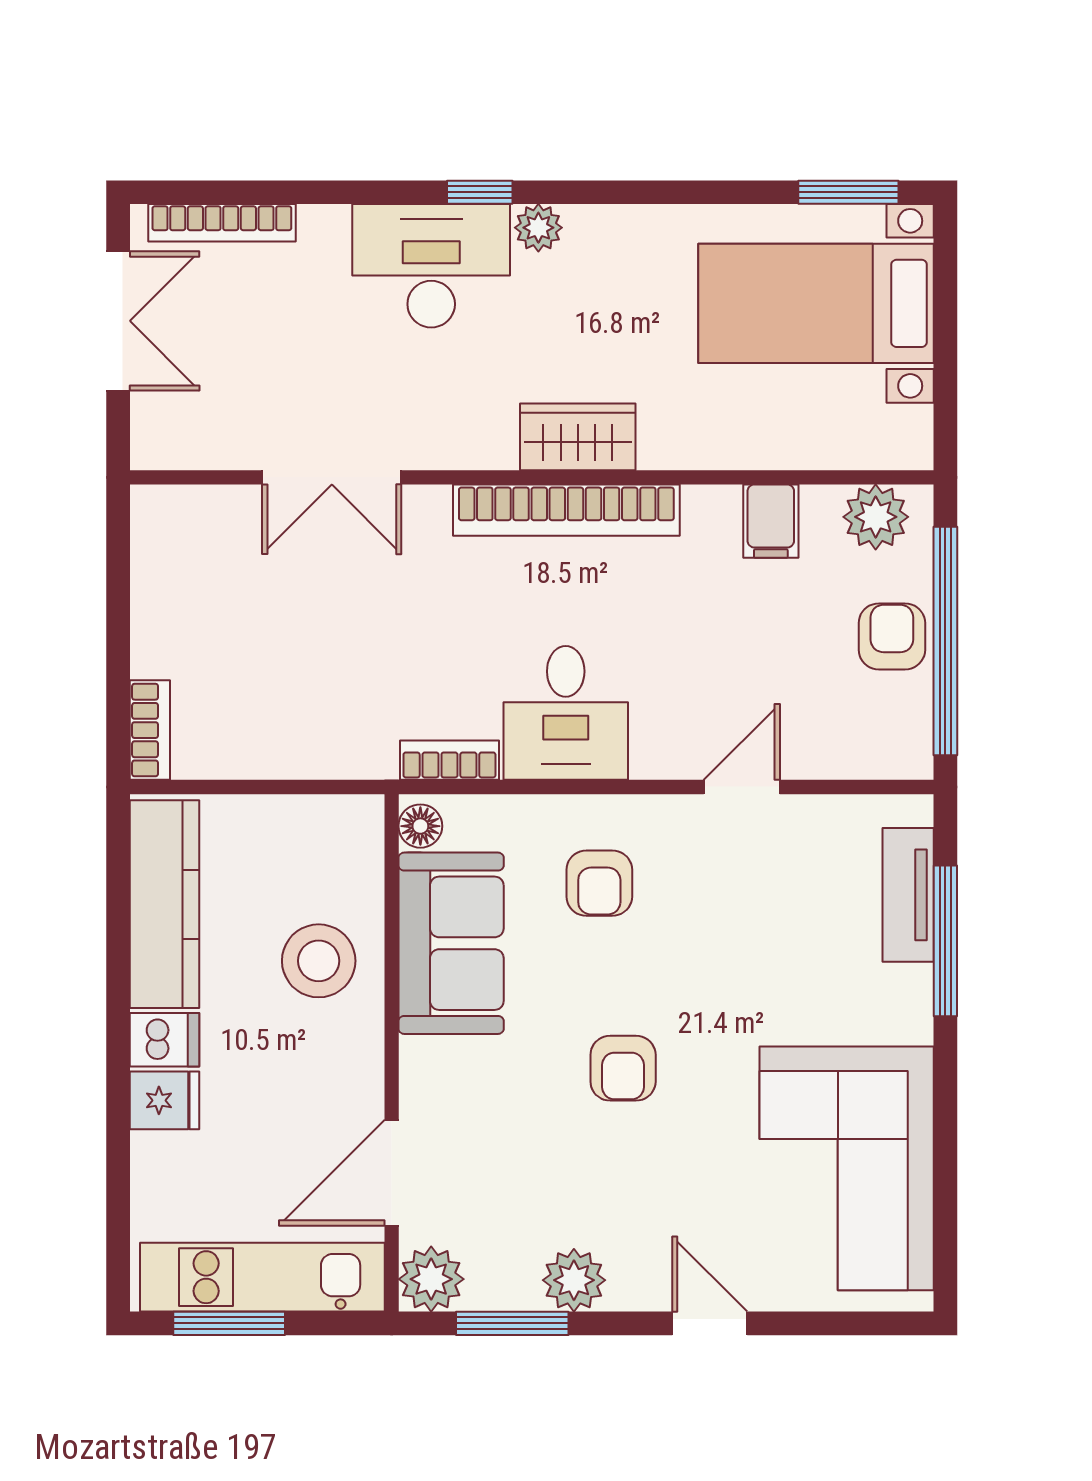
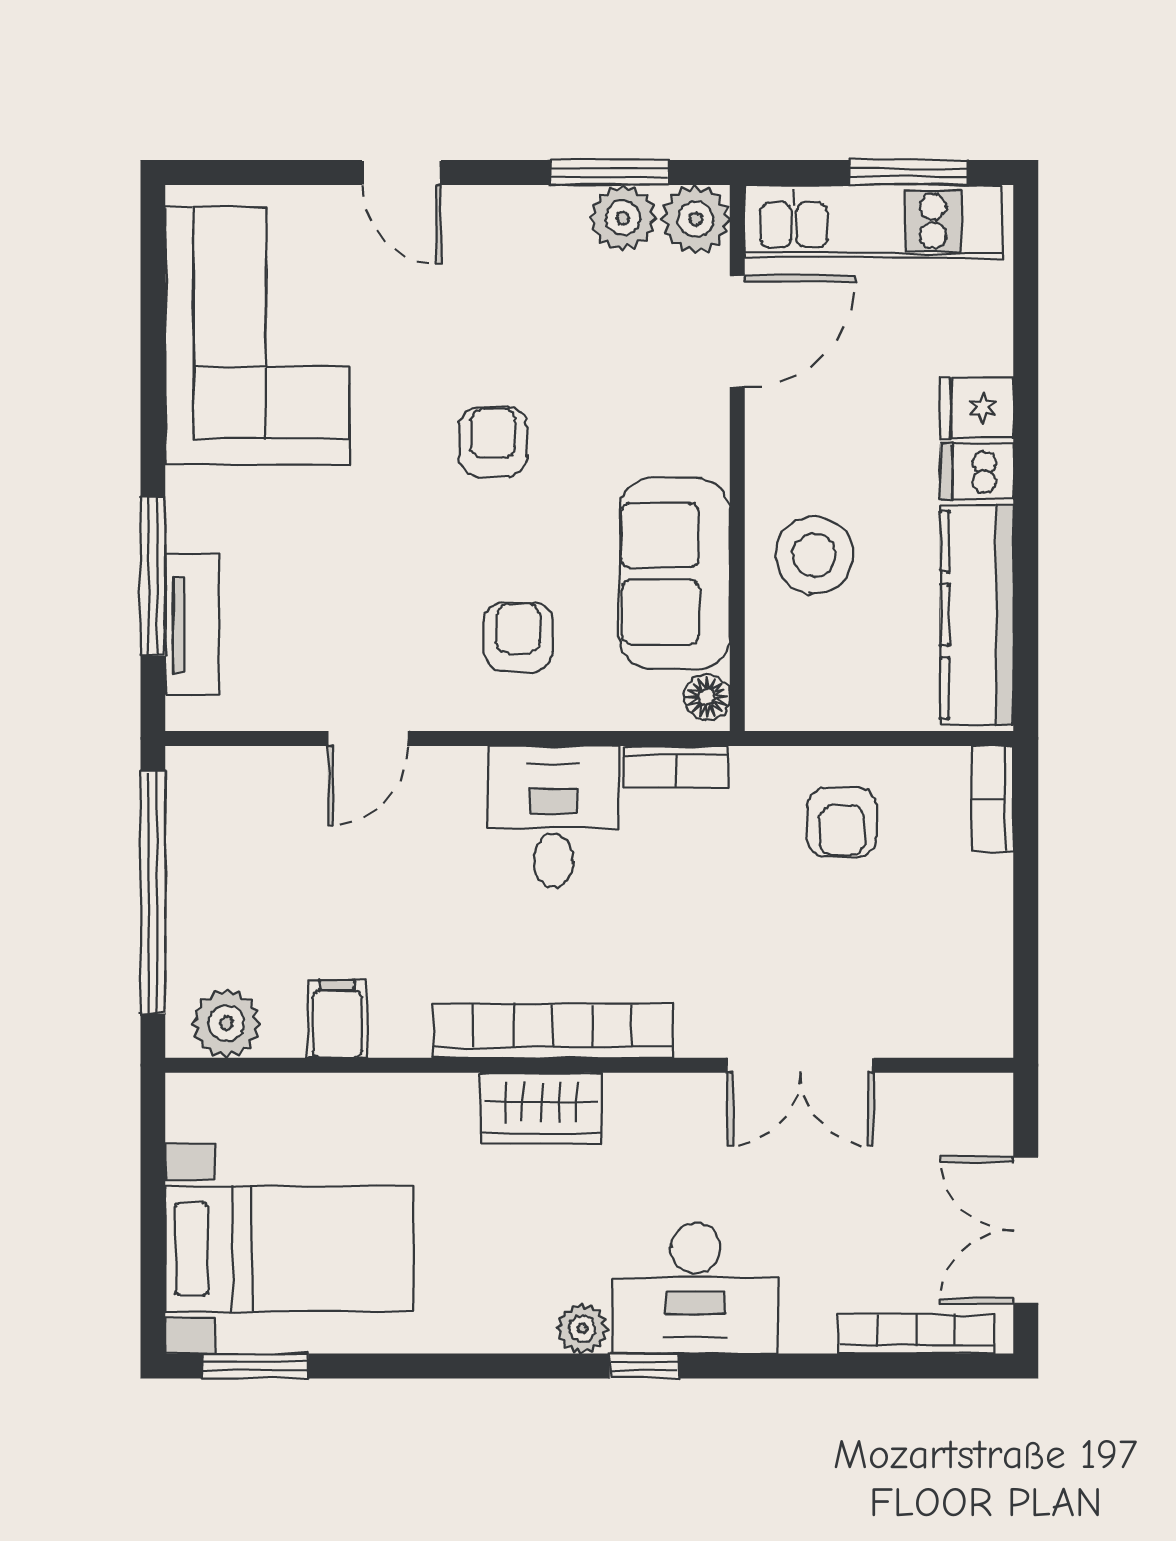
double door: (332, 477) -> (800, 1065), swing flipped
armchair: (892, 636) -> (842, 822), moved
plant: (574, 1280) -> (623, 218), moved

